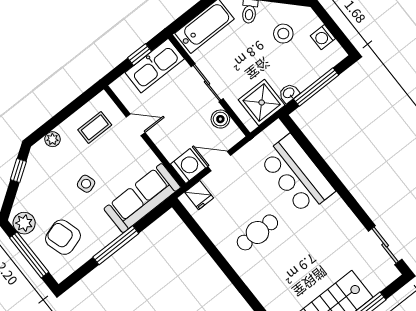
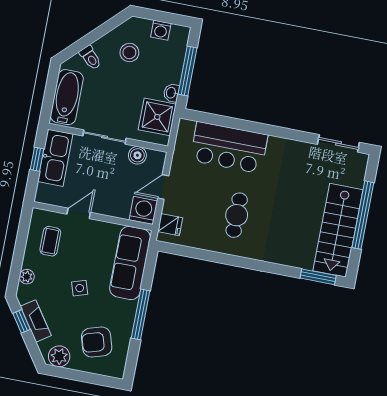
fireplace: (30, 180) -> (36, 321), added
window: (29, 255) -> (83, 377), removed

